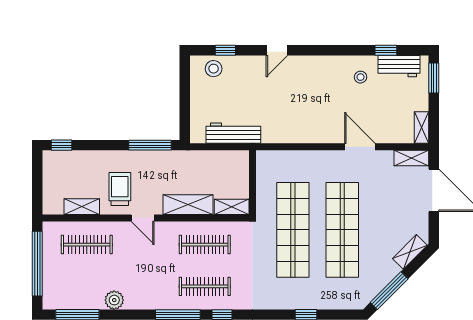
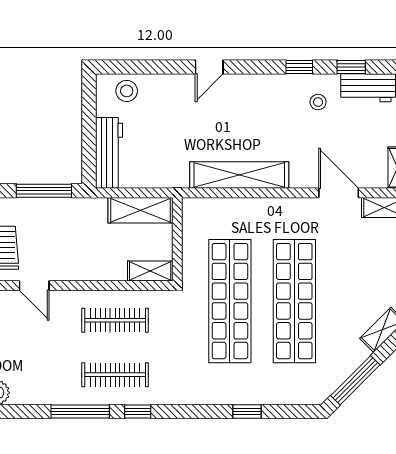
window: (225, 50) -> (299, 67), moved
workbench: (233, 133) -> (109, 153), moved, turned 90
shelving: (300, 133) -> (239, 175), added
door: (360, 147) -> (339, 193), moved
shelving: (188, 205) -> (141, 210), moved

